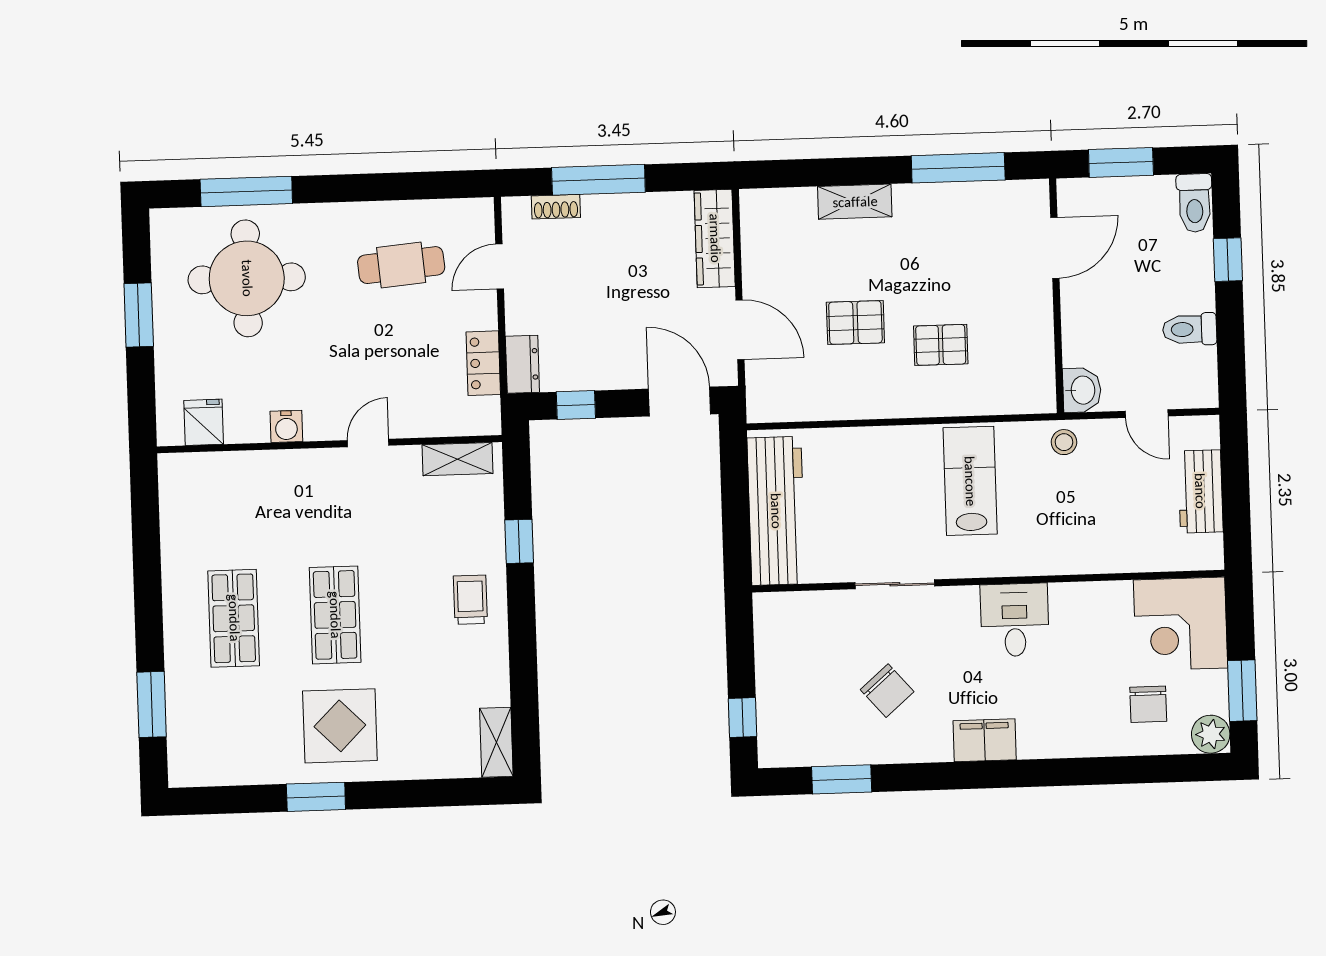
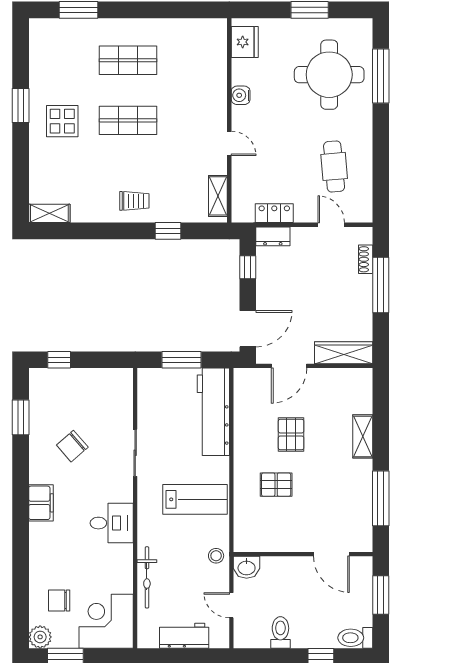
pallet: (941, 345) -> (276, 485), turned 90
door: (1147, 414) -> (231, 605), hinge flipped
fridge: (204, 422) -> (245, 42), width x1.38
window: (736, 511) -> (182, 360), added
workbench: (776, 511) -> (213, 412), moved, turned 90
bicycle: (1104, 557) -> (147, 577), added
display table: (340, 726) -> (62, 121), width x0.73, depth x0.73

